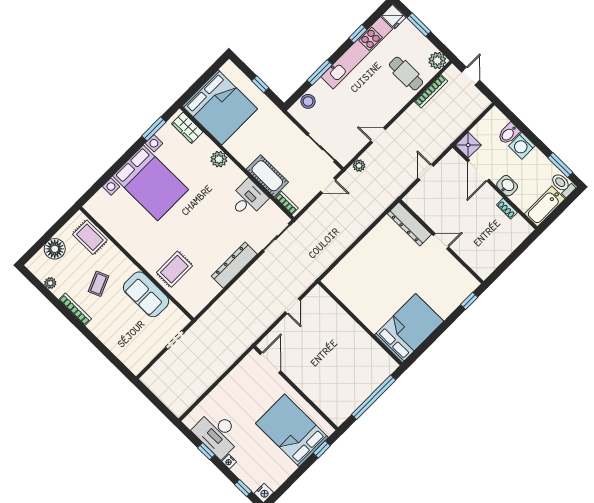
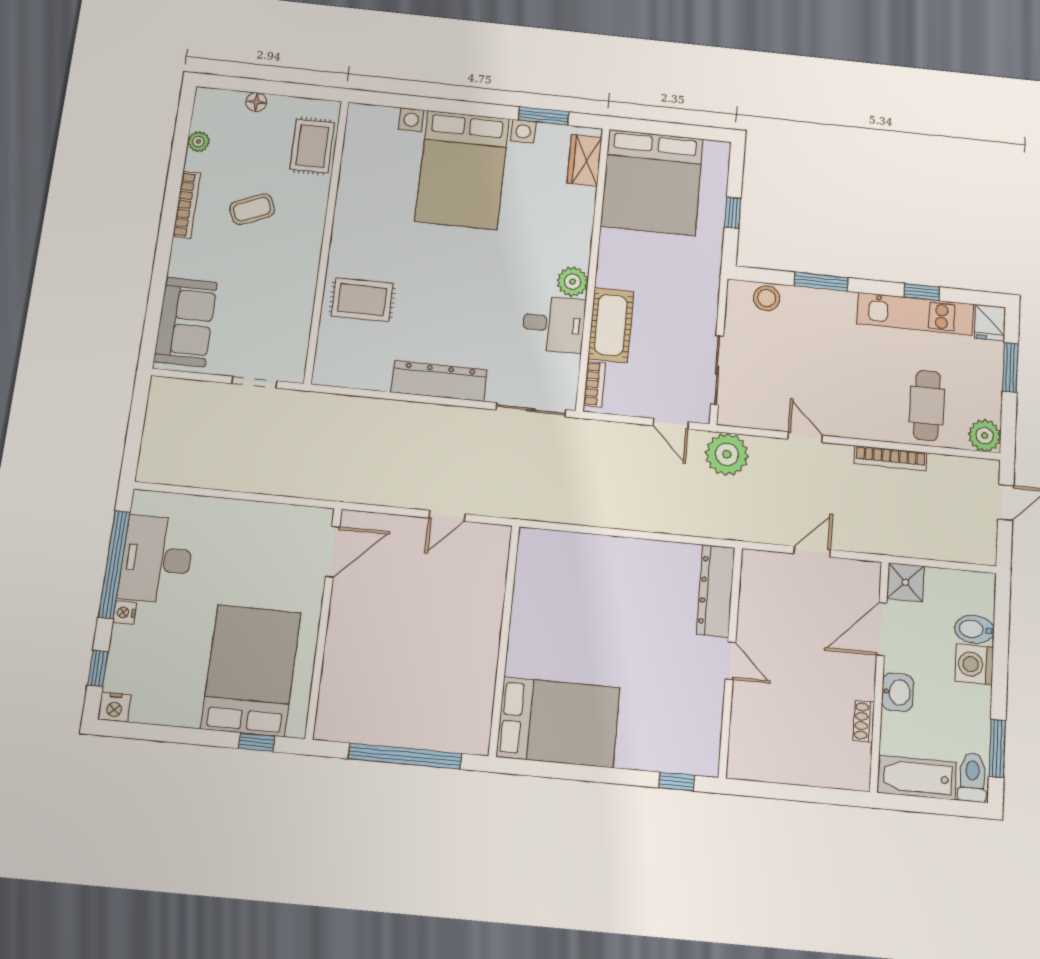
kitchen unit: (357, 53) -> (915, 314), width x0.73
bookcase: (431, 91) -> (890, 458), moved
plant: (219, 159) -> (573, 282), moved
plant: (359, 166) -> (727, 454), width x1.88, depth x1.88
floor lamp: (55, 249) -> (256, 102), width x0.53, depth x0.53
sofa: (146, 294) -> (185, 322), moved, turned 180
window: (206, 451) -> (114, 564), width x3.17

